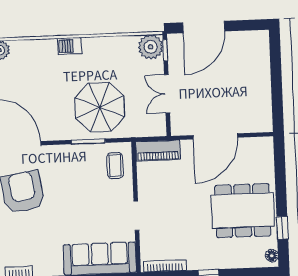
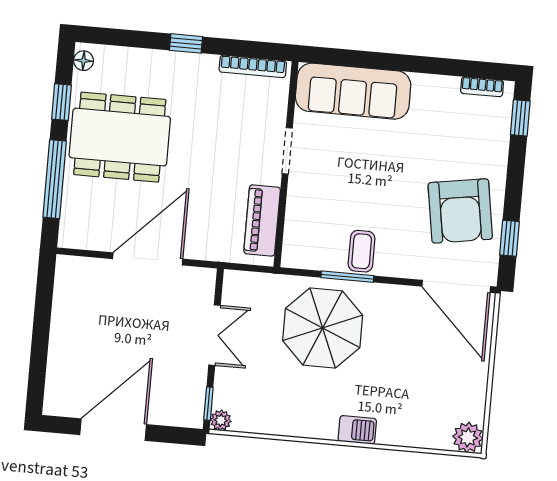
door: (204, 27) -> (113, 430), moved
plant: (151, 47) -> (221, 420), width x0.53, depth x0.53
piano: (158, 151) -> (262, 220), moved, turned -90
coffee table: (115, 166) -> (362, 251), moved
window: (280, 179) -> (55, 179), added

